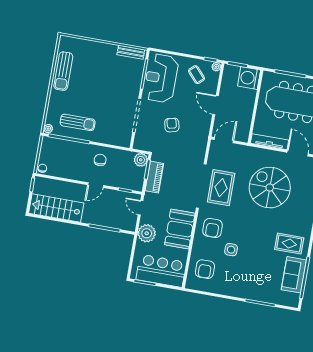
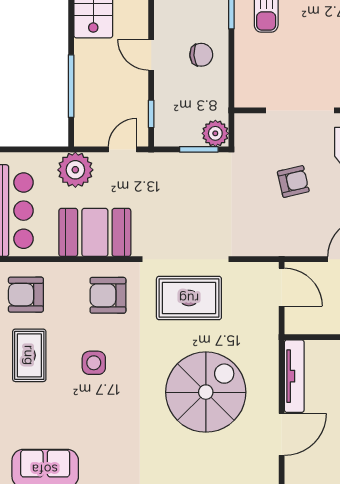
piano: (154, 177) -> (187, 165), removed
rug: (289, 244) -> (29, 355), moved
side table: (231, 250) -> (94, 363), moved

